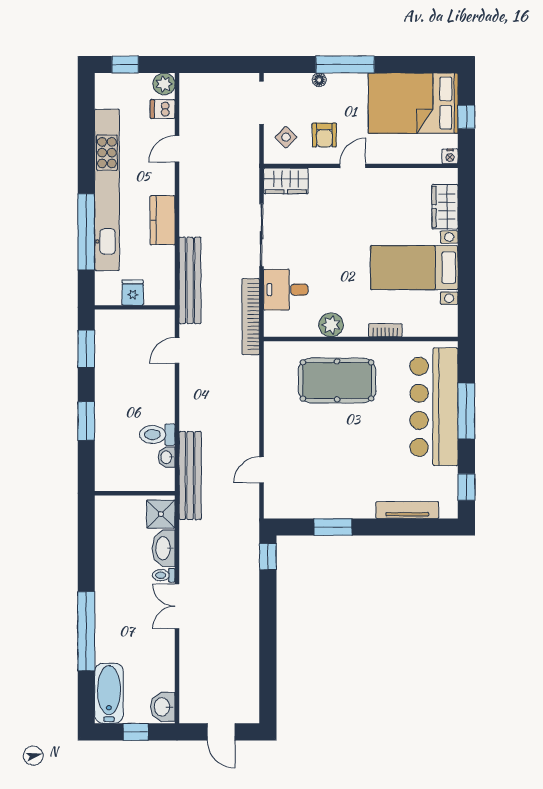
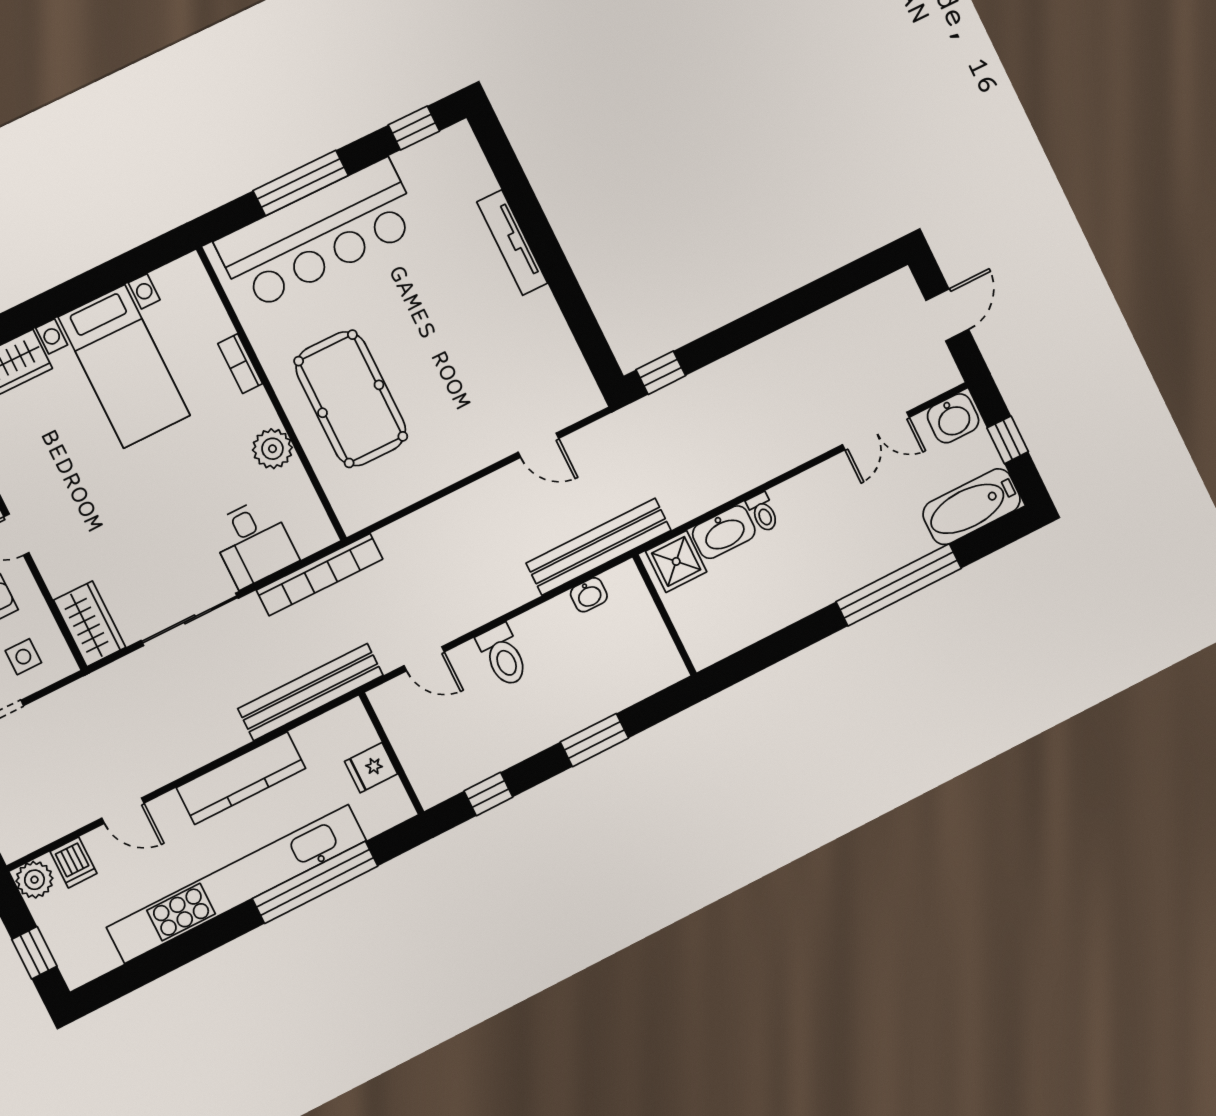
side table: (286, 137) -> (23, 657), turned 45
kitchen counter: (163, 220) -> (241, 778), width x1.50
window: (86, 349) -> (488, 794), width x0.67
toilet: (157, 435) -> (503, 656), moved
tv unit: (407, 510) -> (512, 243), moved
window: (333, 527) -> (570, 298), removed
double door: (177, 606) -> (876, 431), moved

